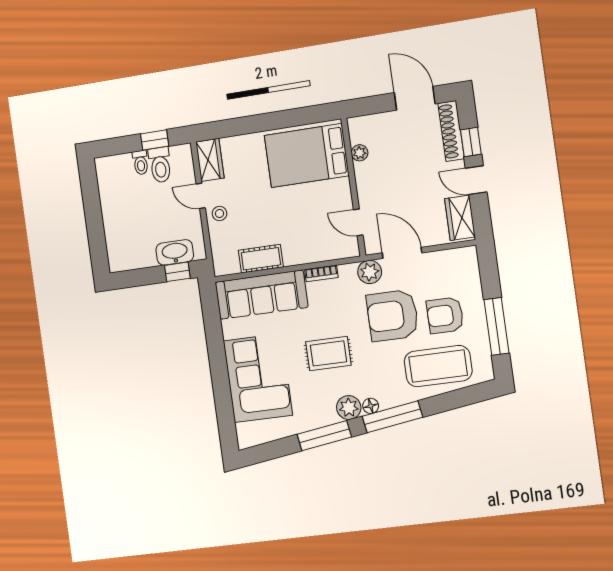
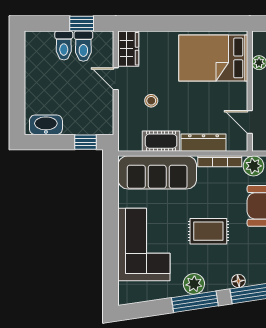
toilet: (141, 163) -> (64, 45), width x1.37, depth x1.39
stool: (219, 214) -> (151, 101), moved
washbasin: (175, 252) -> (46, 125), moved
dresser: (309, 253) -> (204, 143), added
bookcase: (321, 273) -> (220, 161), width x1.56
plant: (349, 408) -> (194, 284), moved

